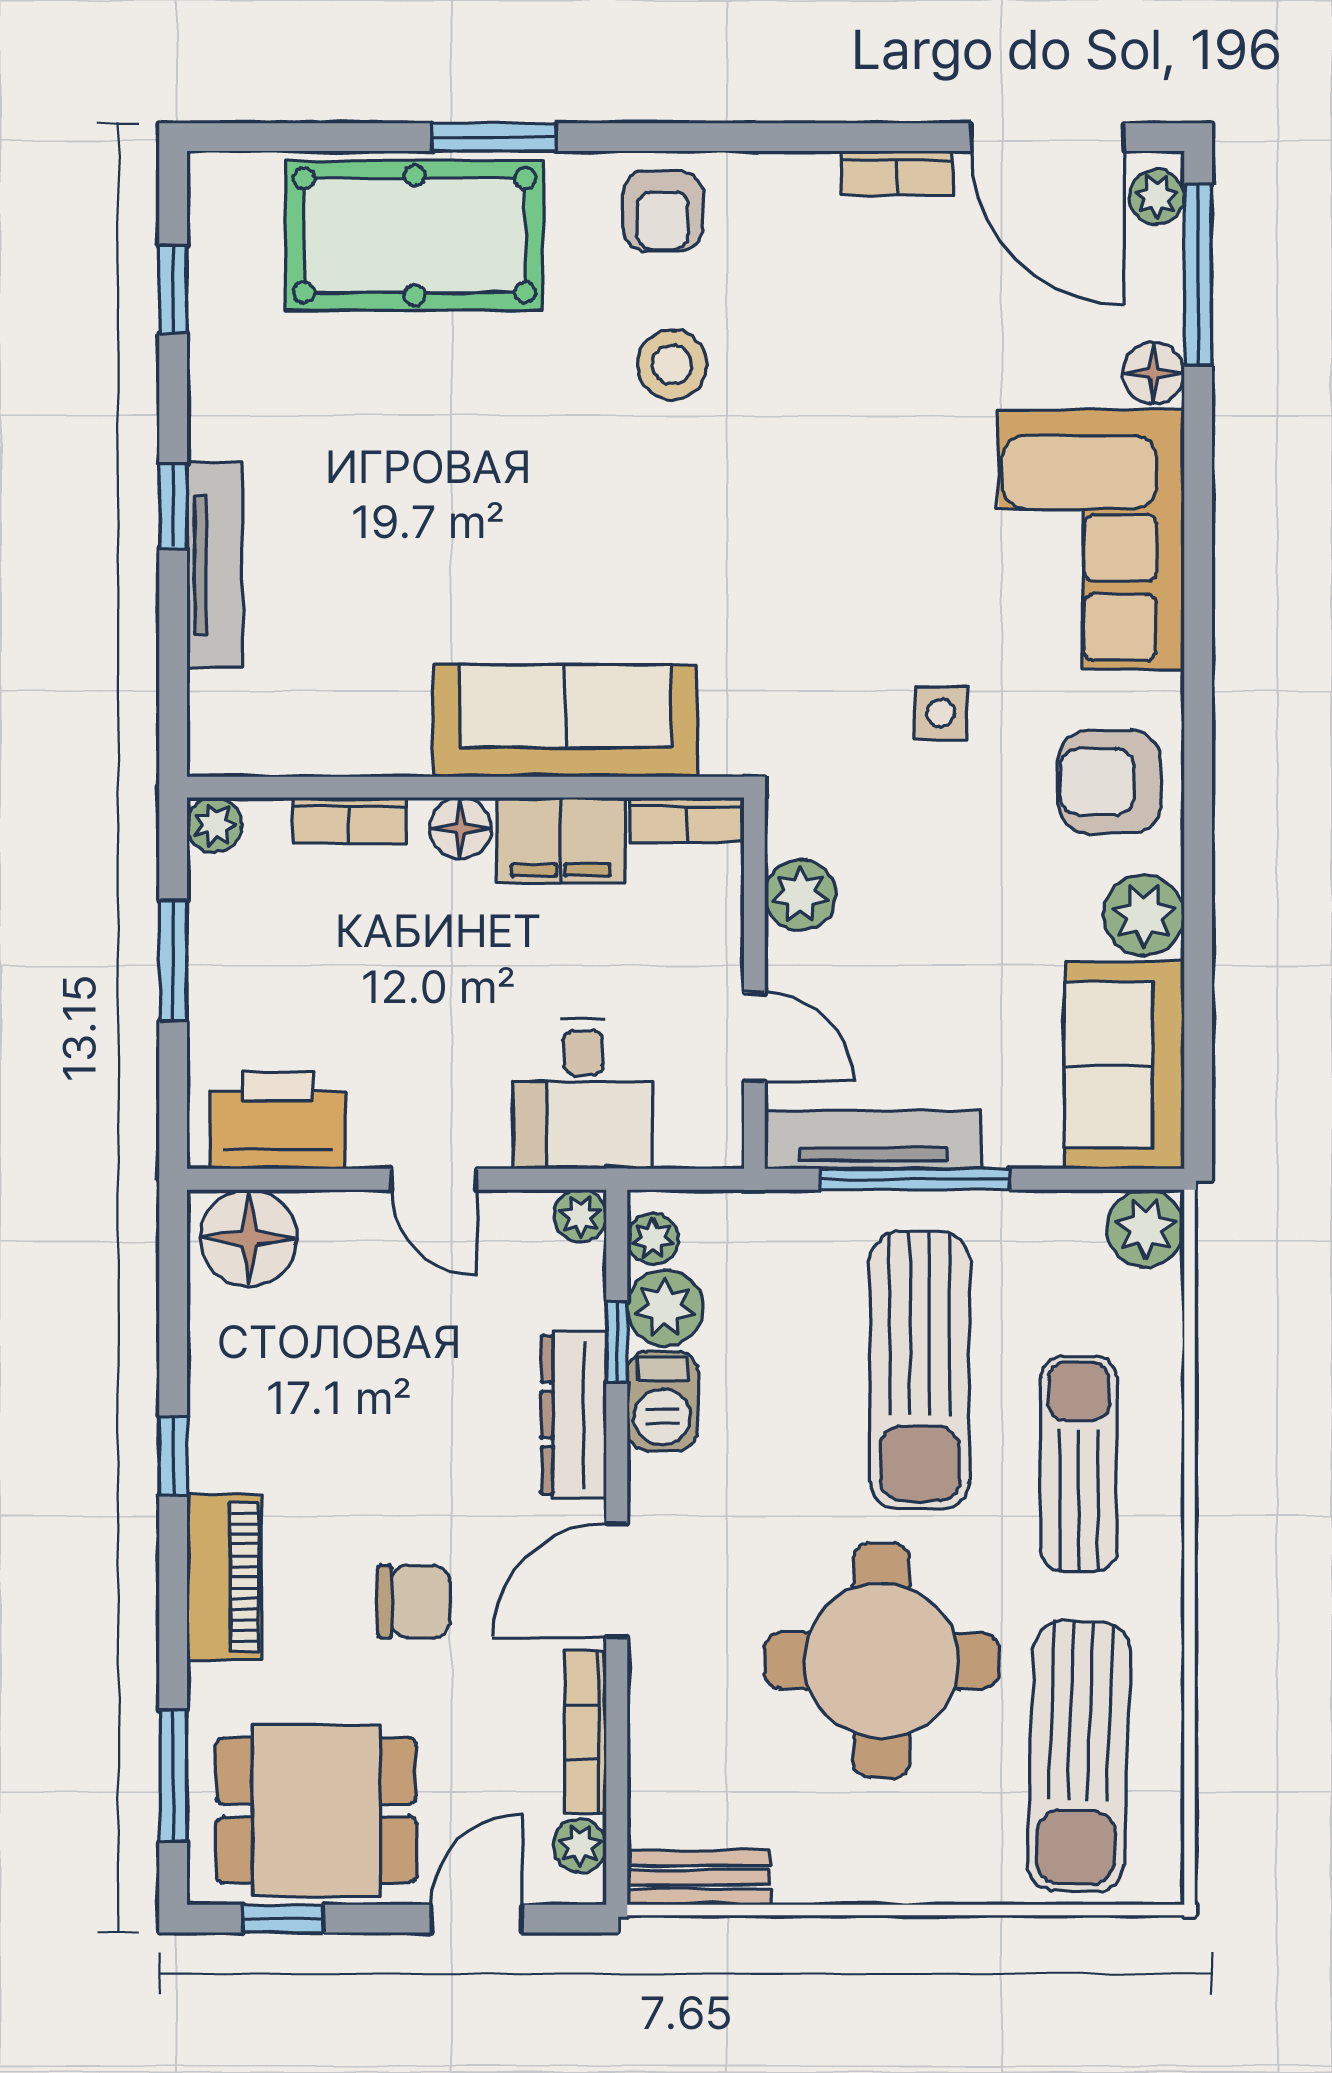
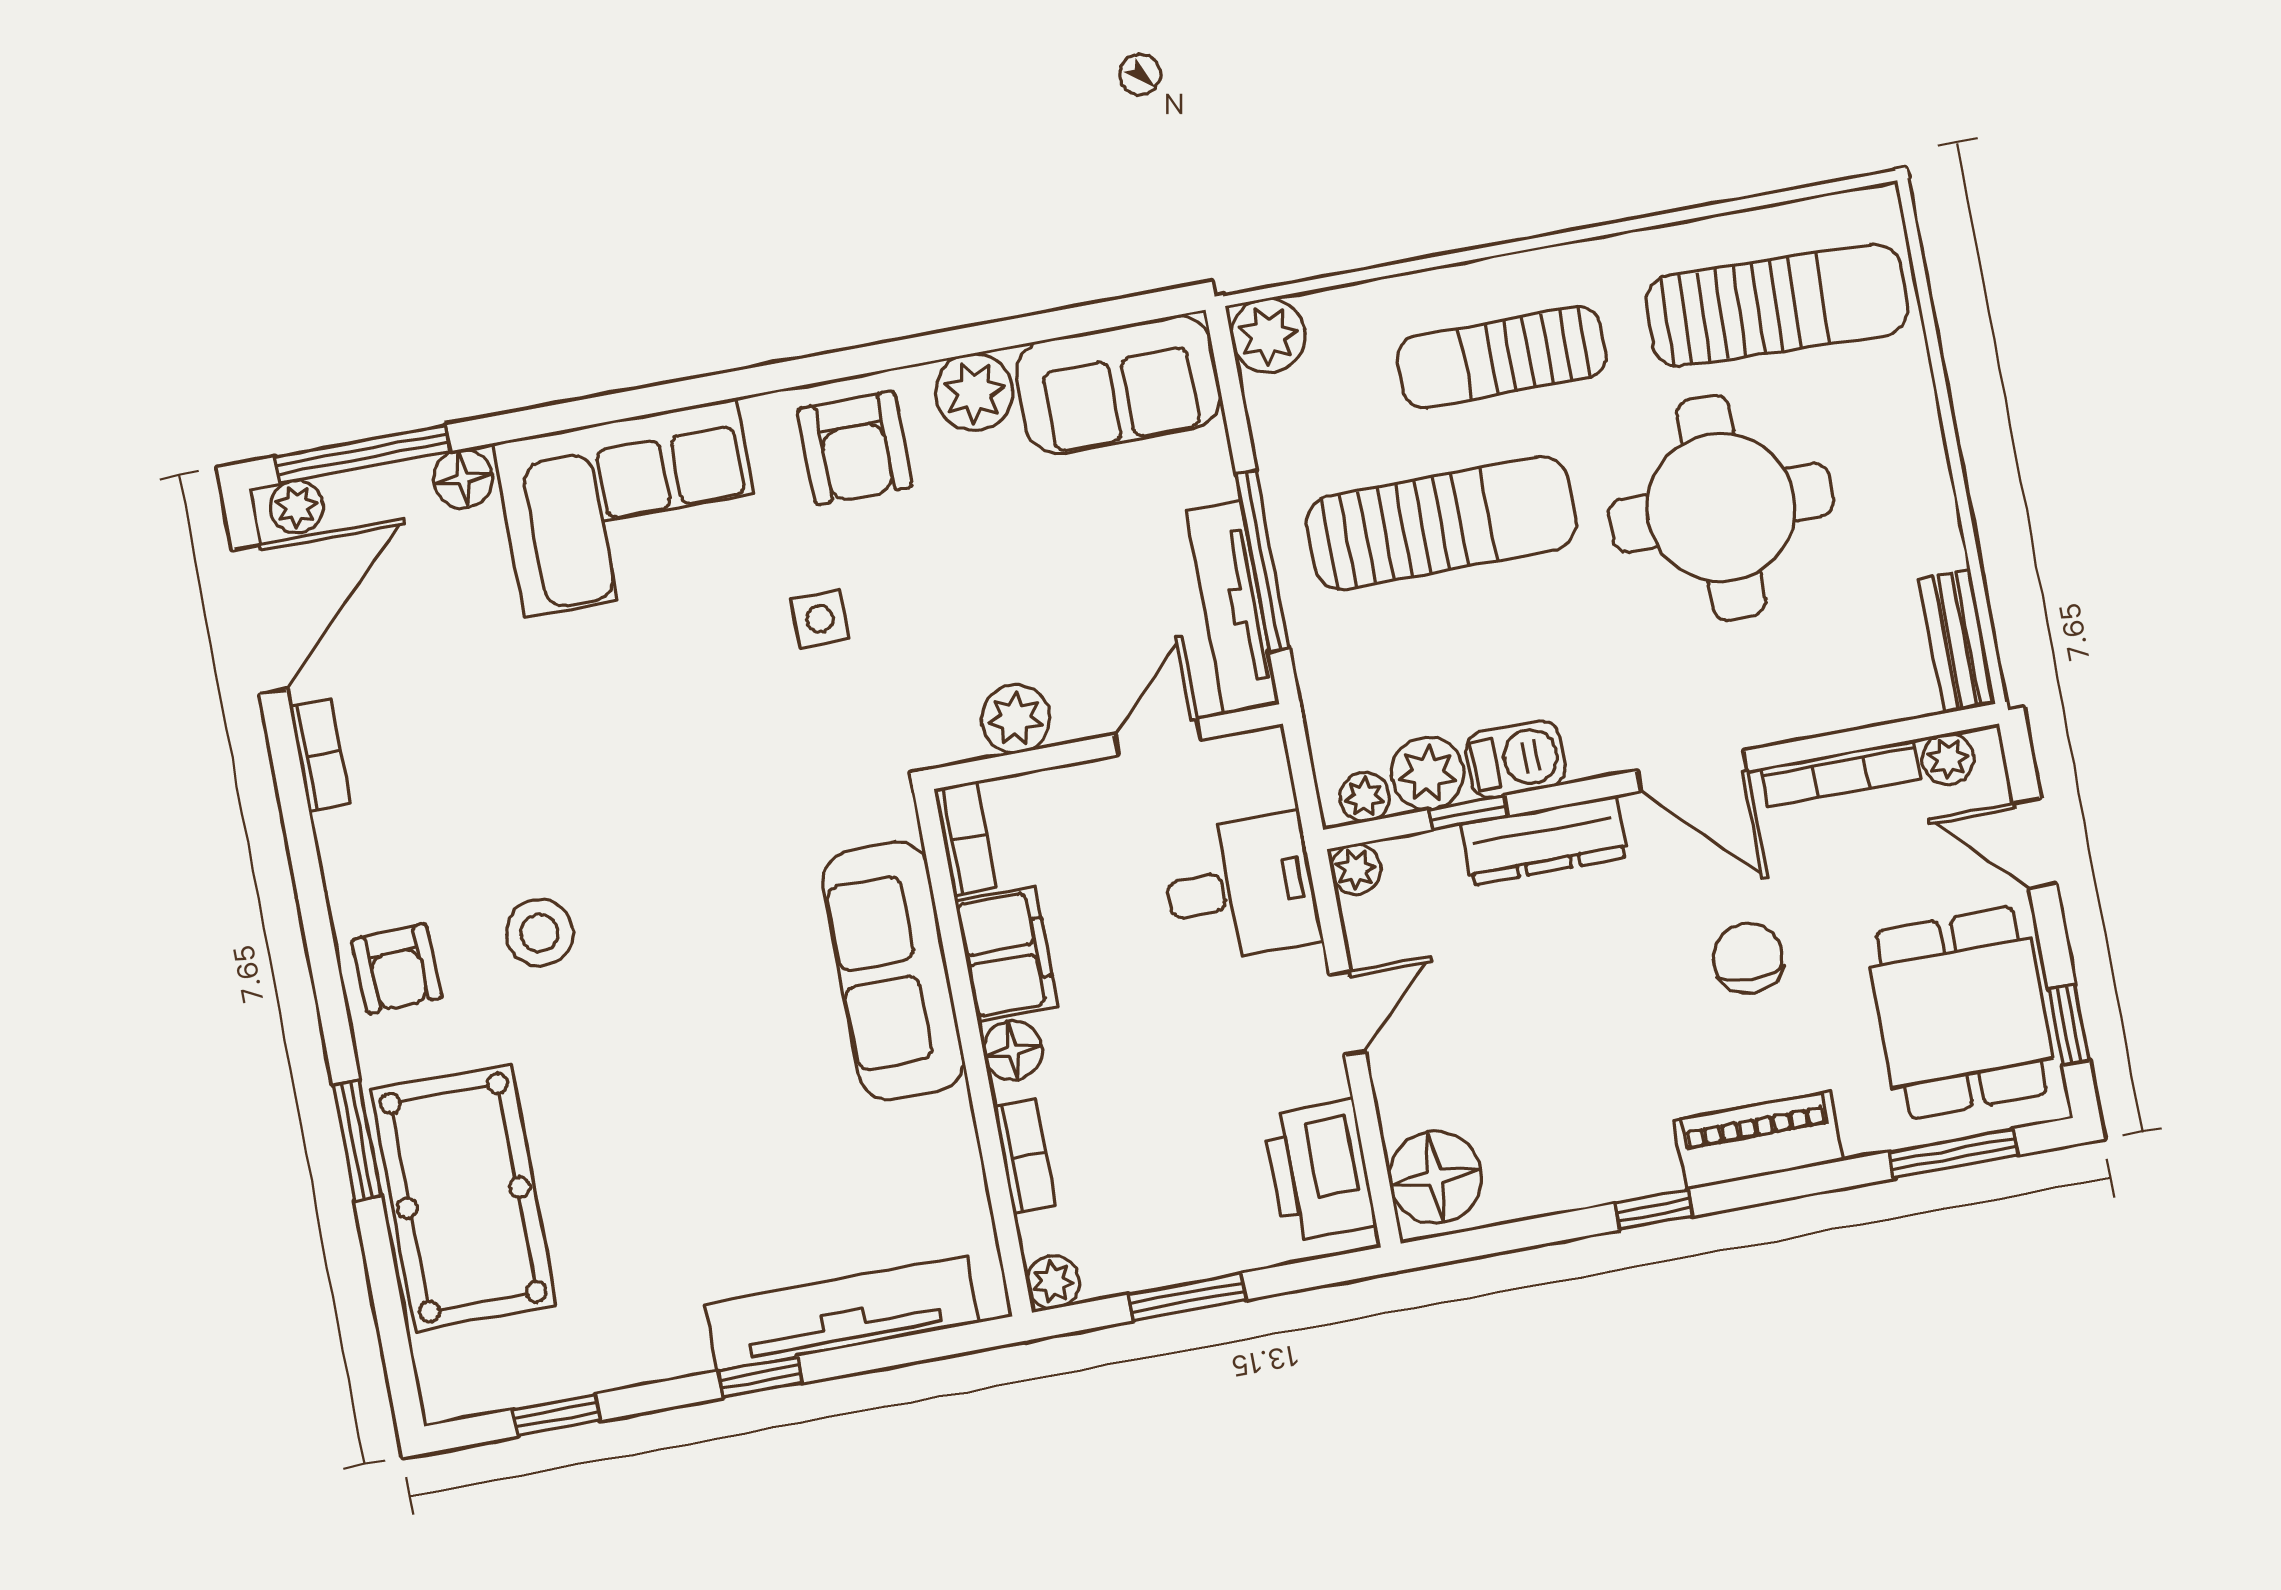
armchair: (663, 211) -> (397, 969), turned 88
tv unit: (215, 565) -> (842, 1314), width x1.36, depth x1.29

